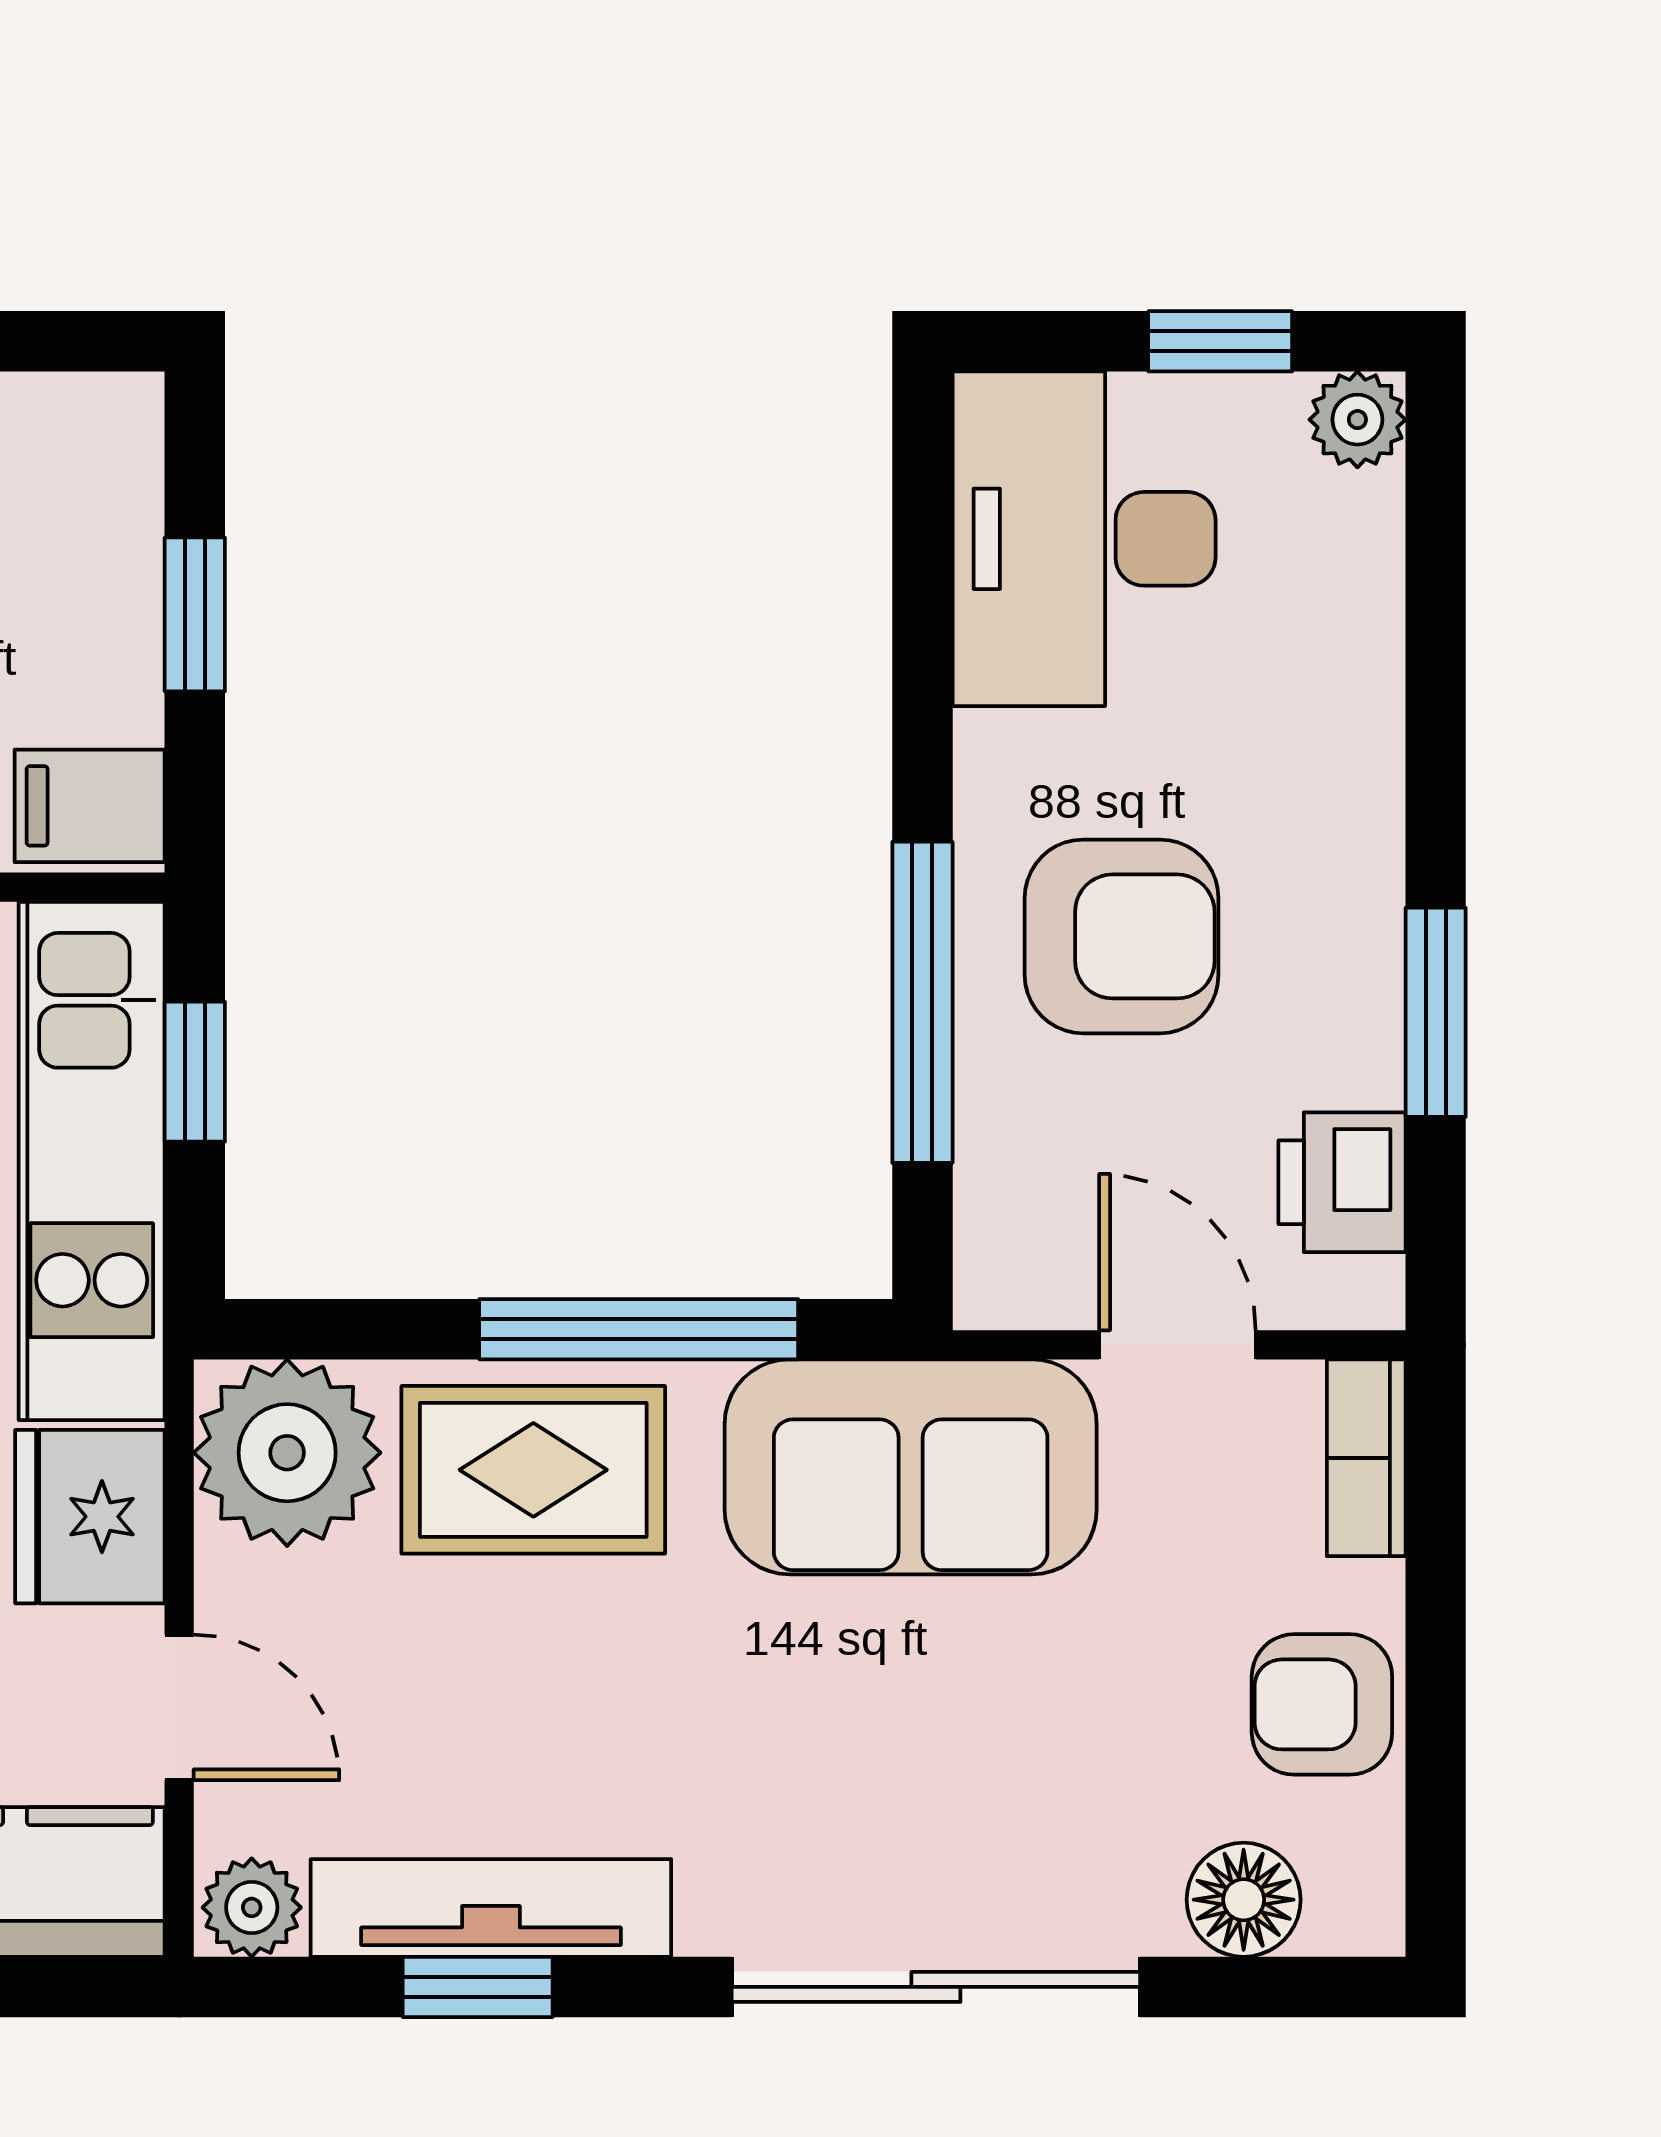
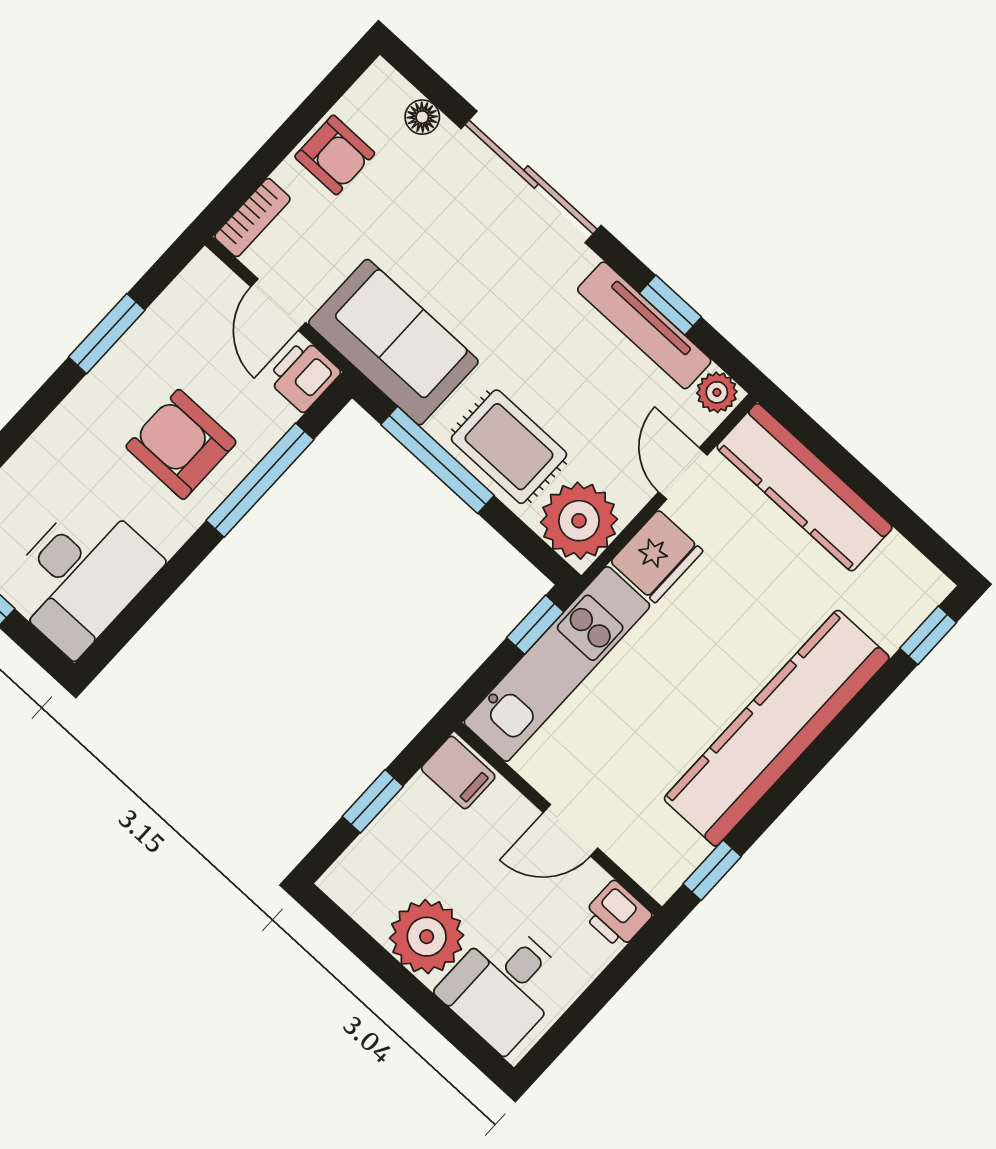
window: (195, 1072) -> (535, 625), moved
printer: (1342, 1182) -> (304, 375), moved, turned 180
floor lamp: (1244, 1900) -> (422, 117), width x0.73, depth x0.73

